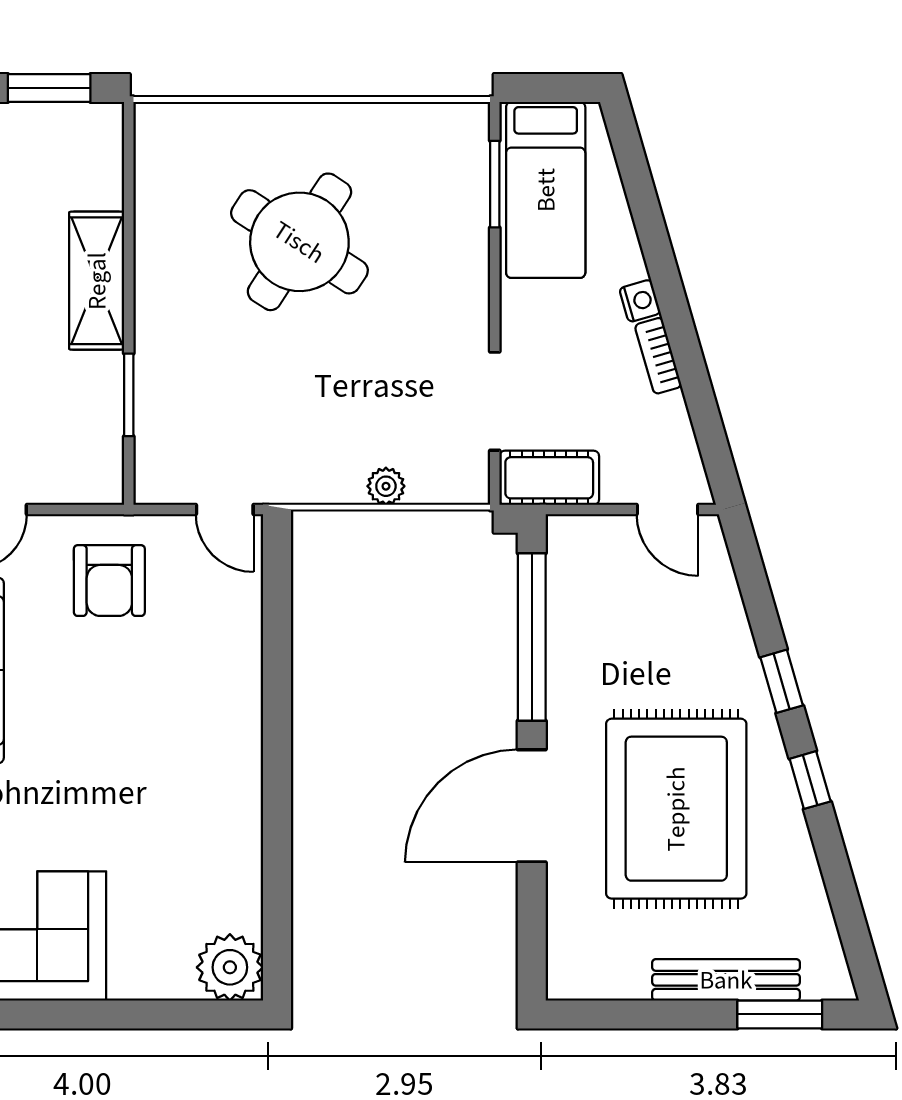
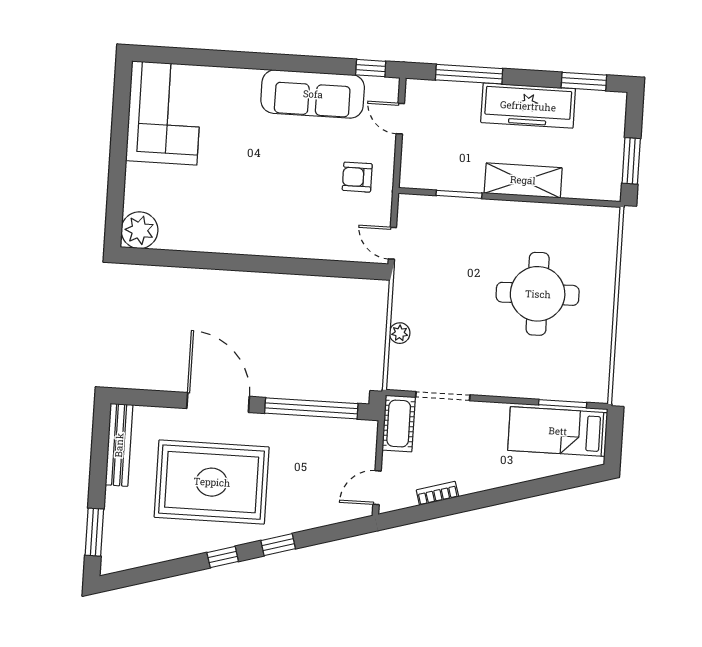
round table: (299, 242) -> (538, 294), turned -34
nightstand: (640, 301) -> (493, 480), removed
bookcase: (658, 356) -> (437, 493), moved
door: (225, 509) -> (392, 243), hinge flipped
armchair: (109, 581) -> (357, 177), width x0.72, depth x0.72
bench: (726, 980) -> (119, 445), moved

